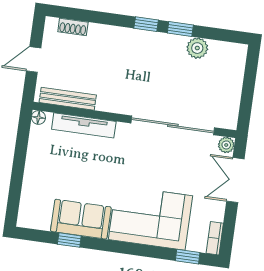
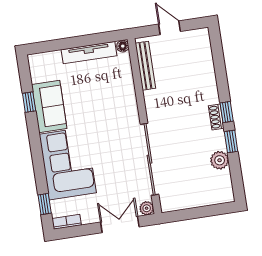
shoe rack: (73, 27) -> (216, 117), moved
tv unit: (84, 125) -> (89, 53), moved, turned -90

